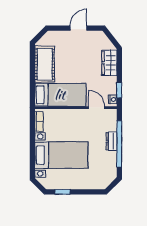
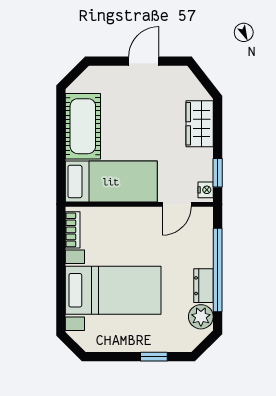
door: (97, 108) -> (177, 204), swing flipped
dresser: (112, 141) -> (204, 286), moved
plant: (110, 170) -> (201, 317), added
window: (62, 192) -> (154, 357), moved

